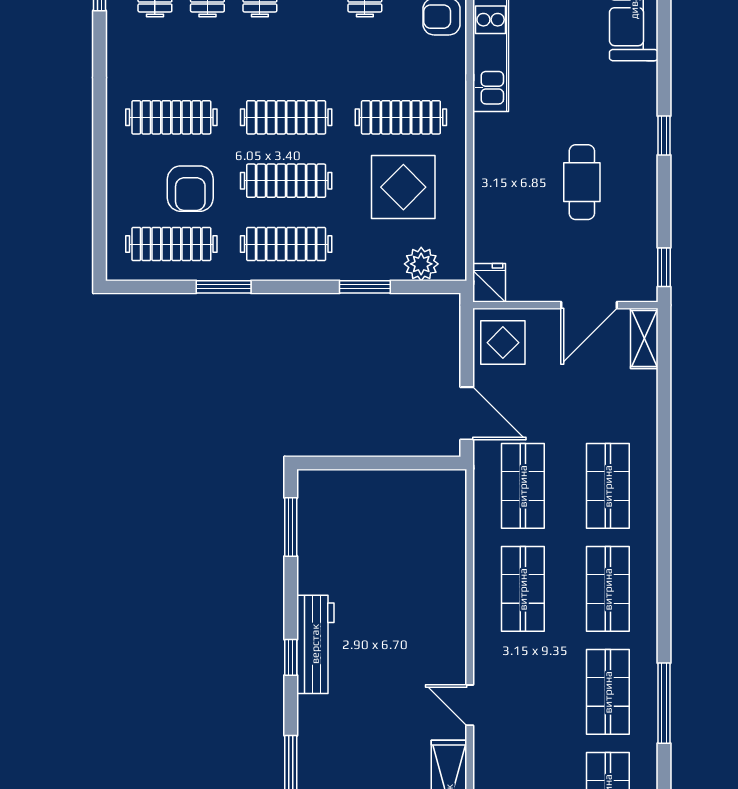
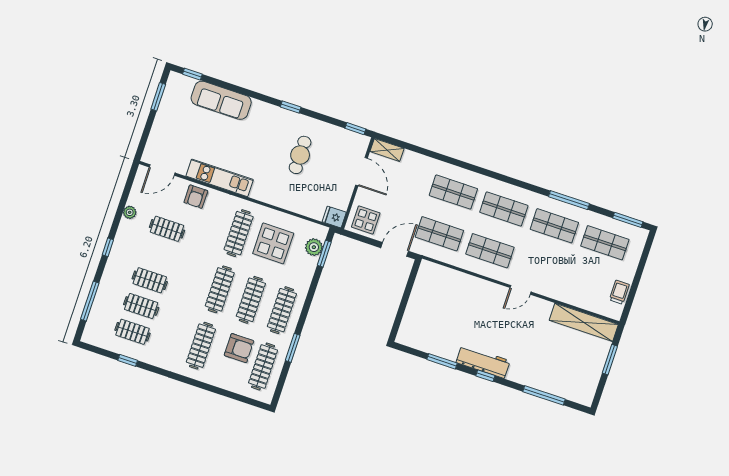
cafe table: (582, 182) -> (300, 155), turned 90
window: (365, 287) -> (324, 254), moved
window: (291, 527) -> (442, 361), moved
door: (470, 705) -> (521, 290), moved

